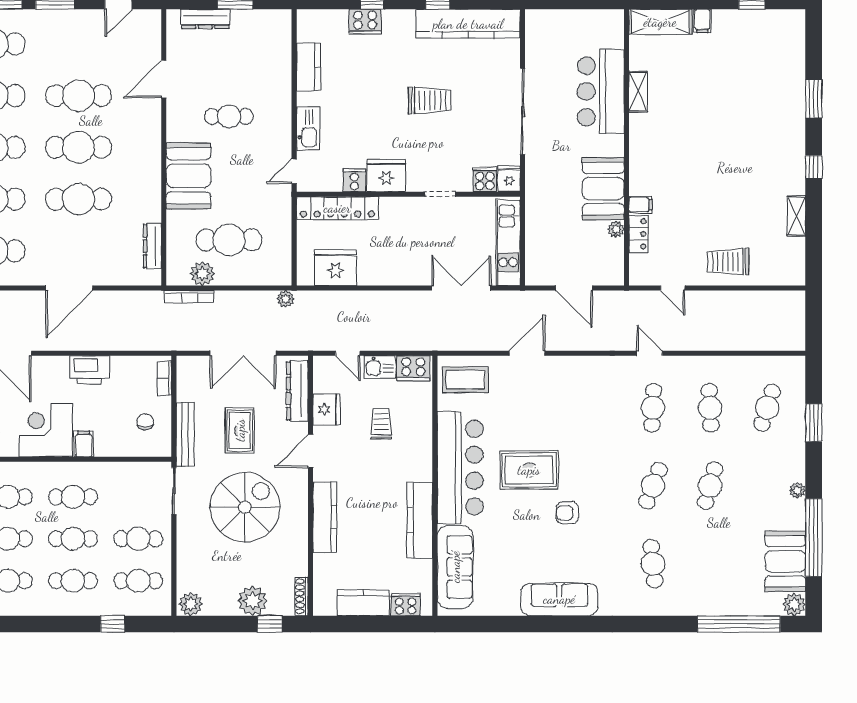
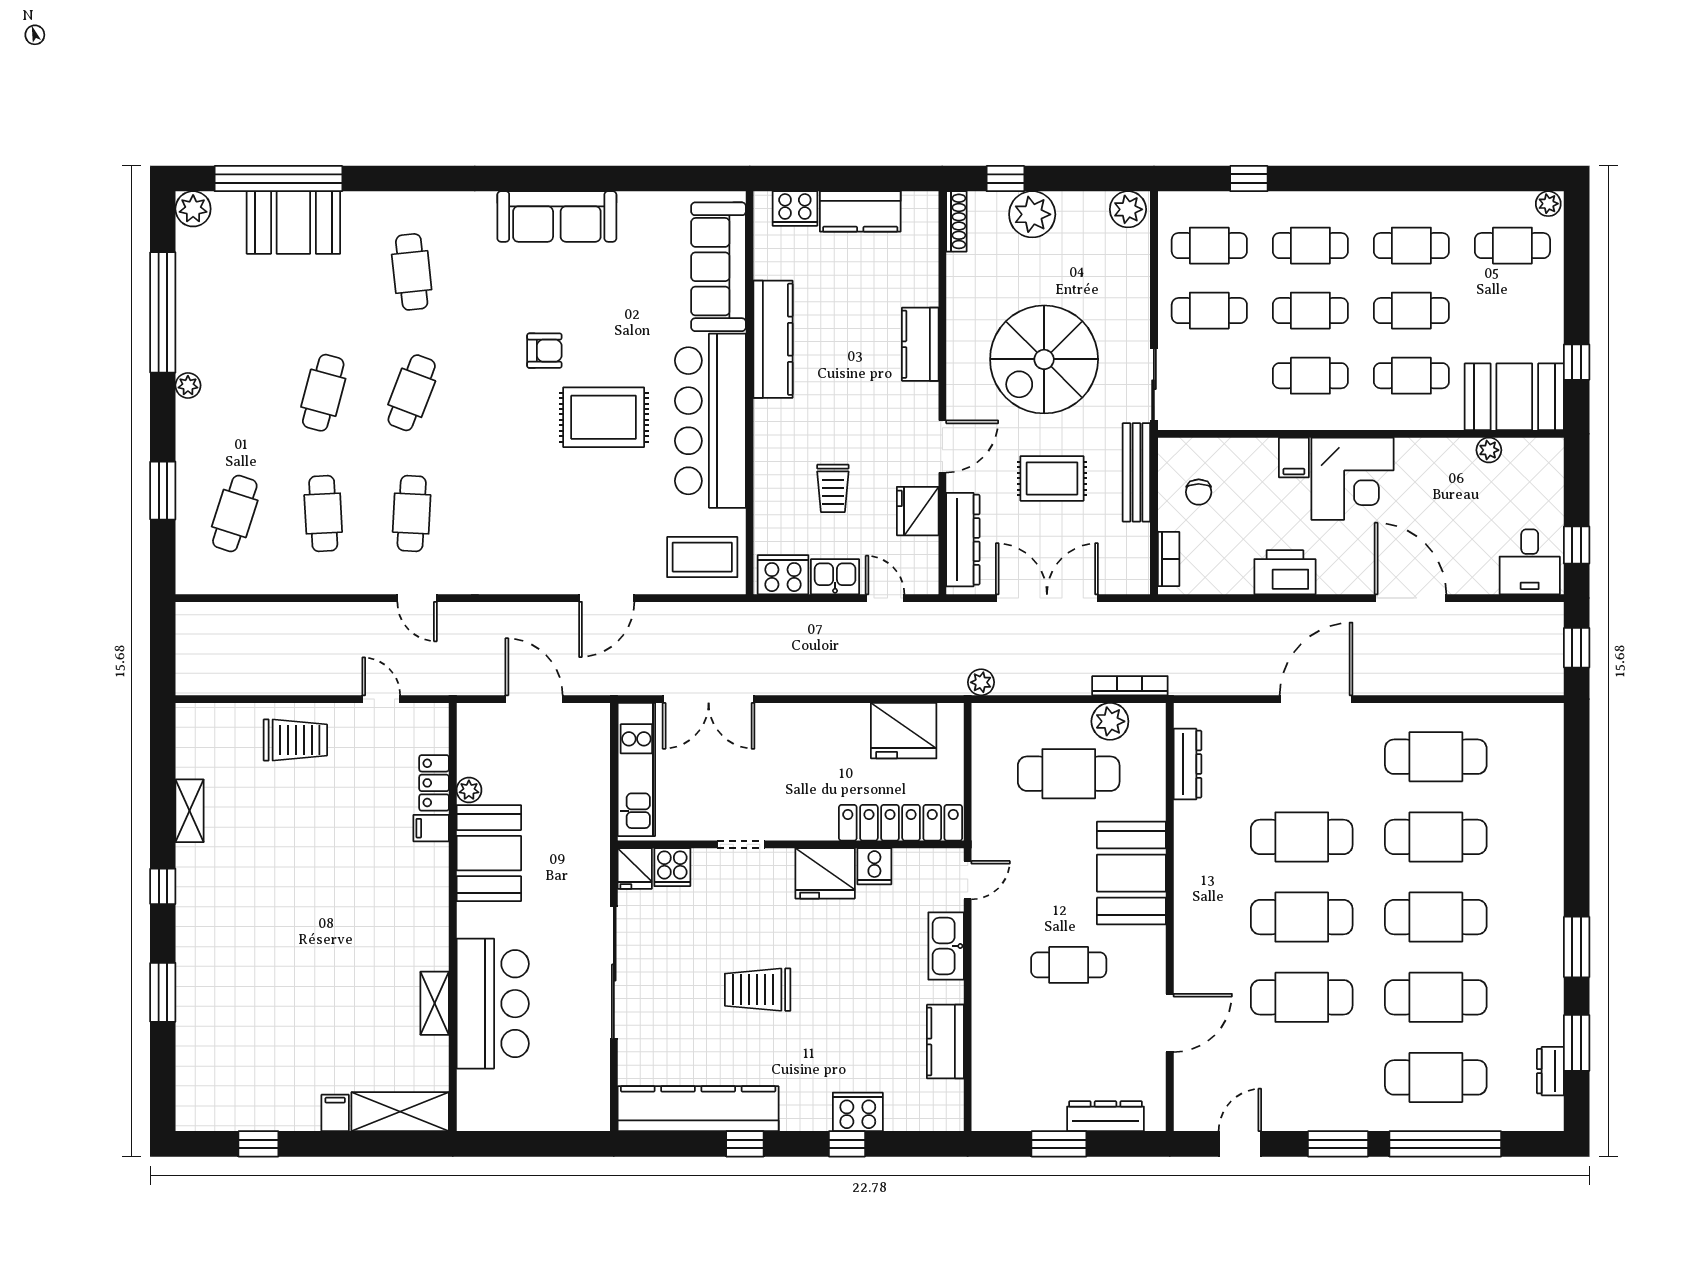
rug: (240, 430) -> (1052, 478), turned 90
kitchen counter: (325, 517) -> (920, 344), width x0.67
booth: (785, 561) -> (293, 223), moved, turned 90

